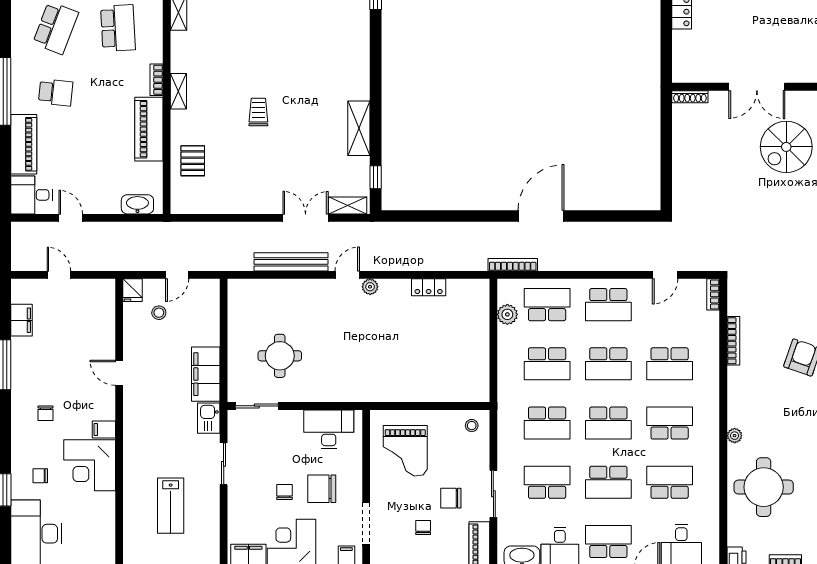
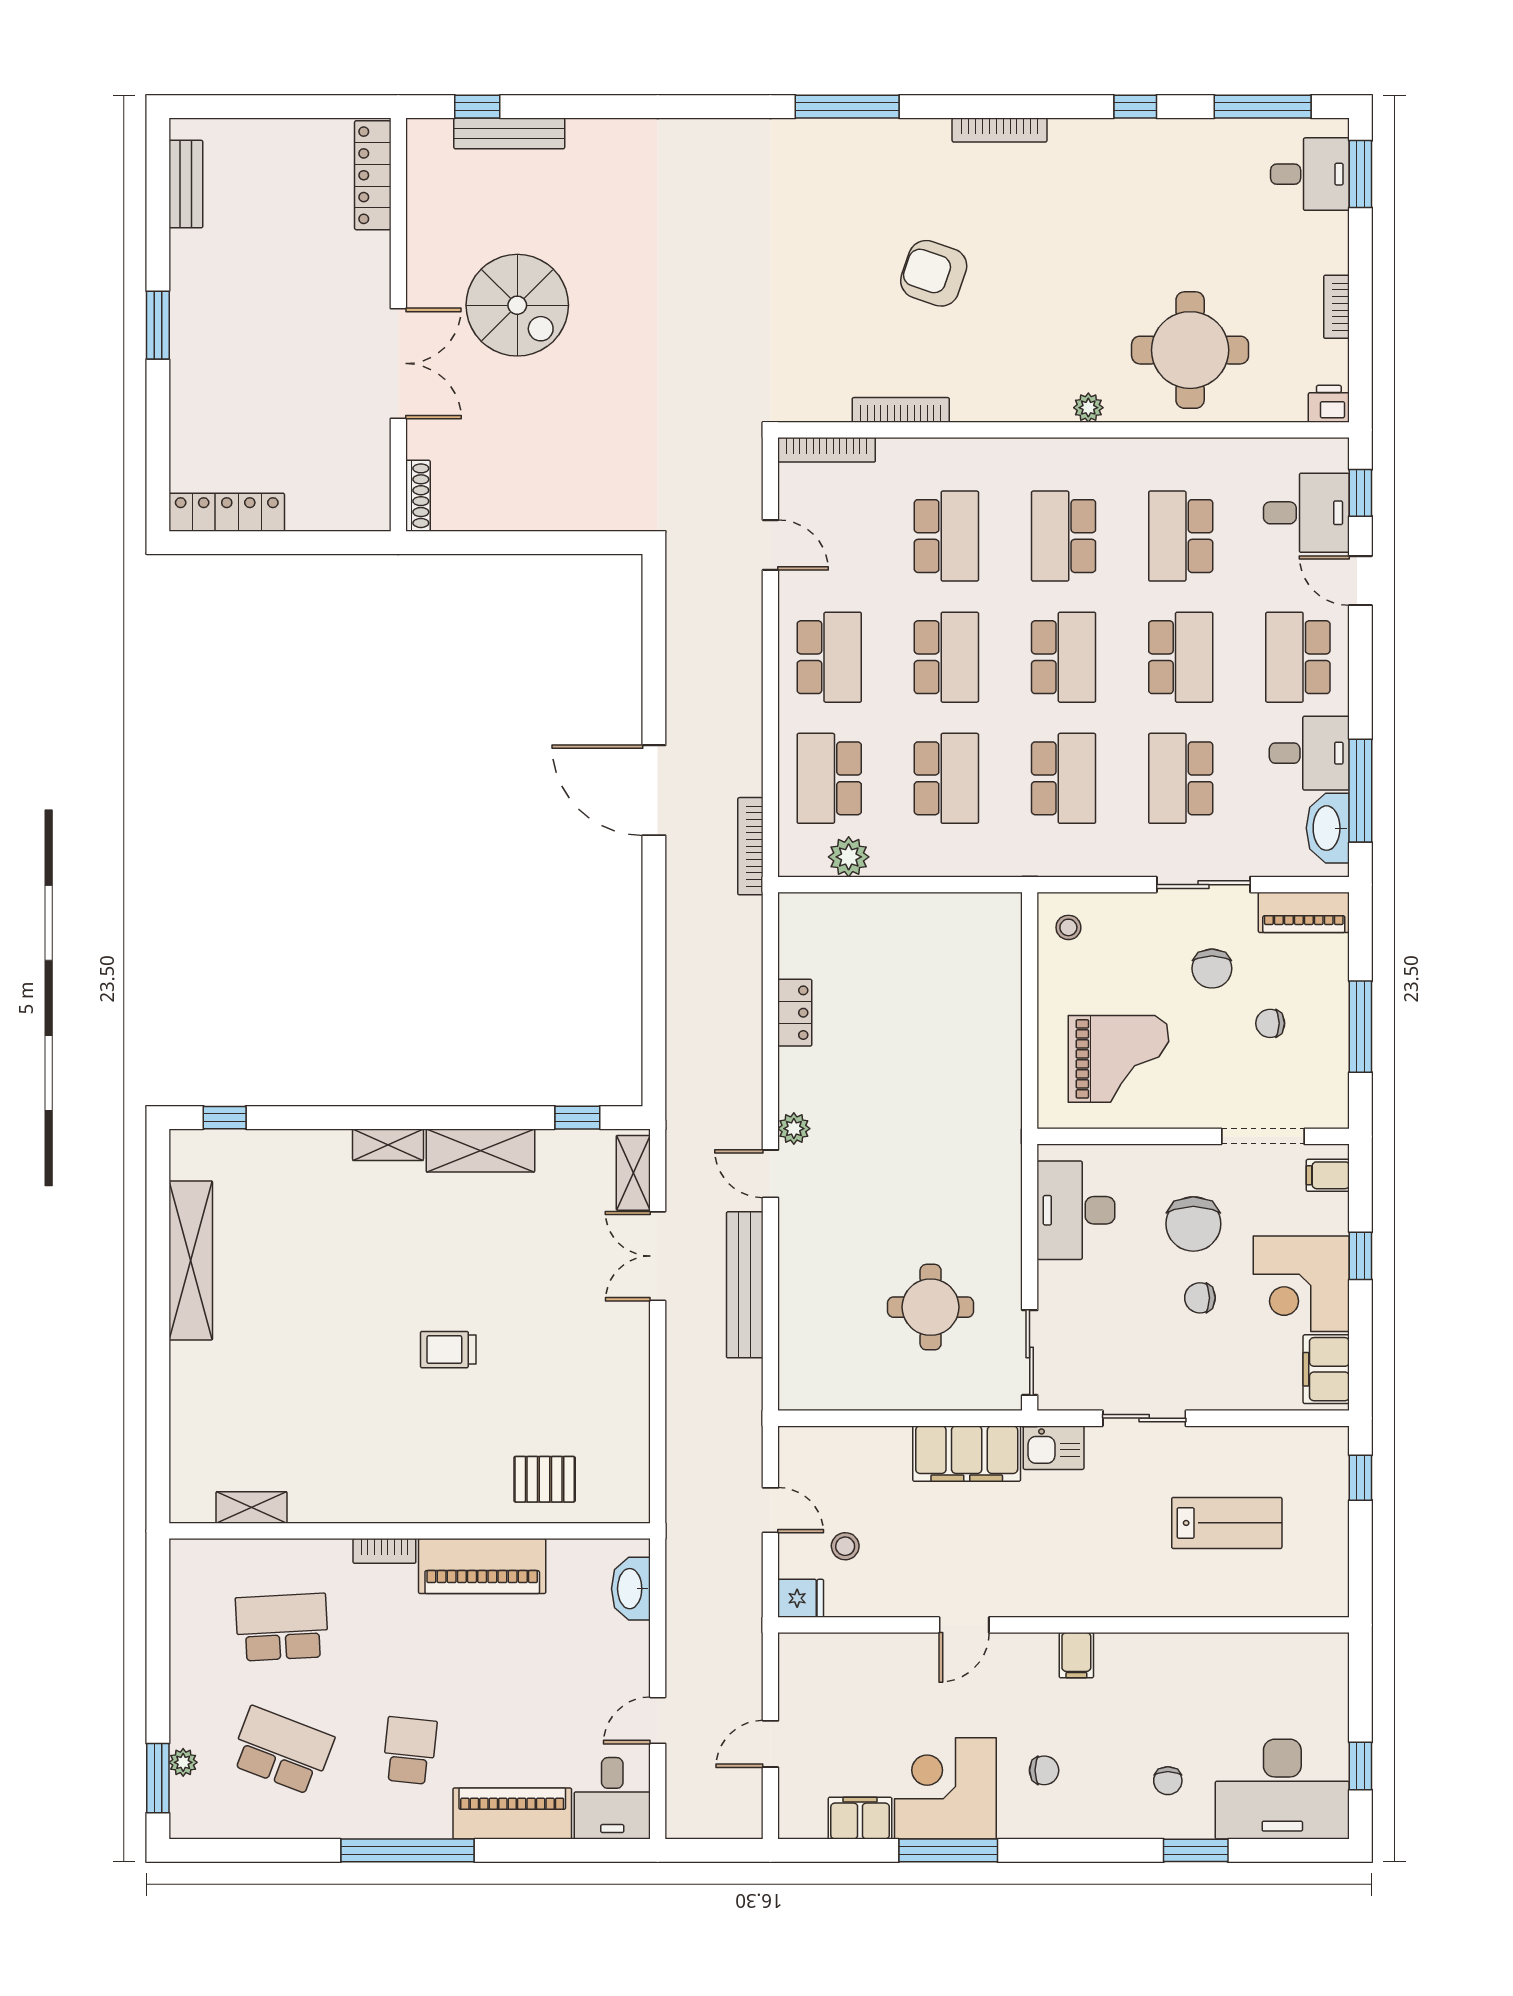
shelving: (178, 91) -> (388, 1145), moved
bookcase: (713, 294) -> (827, 450), width x1.56
corner desk: (90, 465) -> (945, 1788), moved, turned 180

